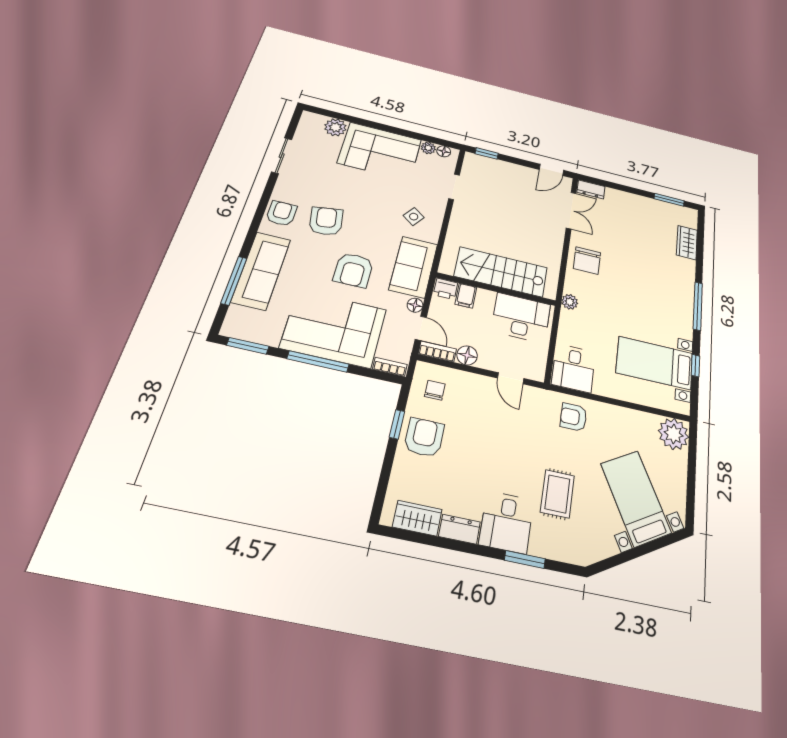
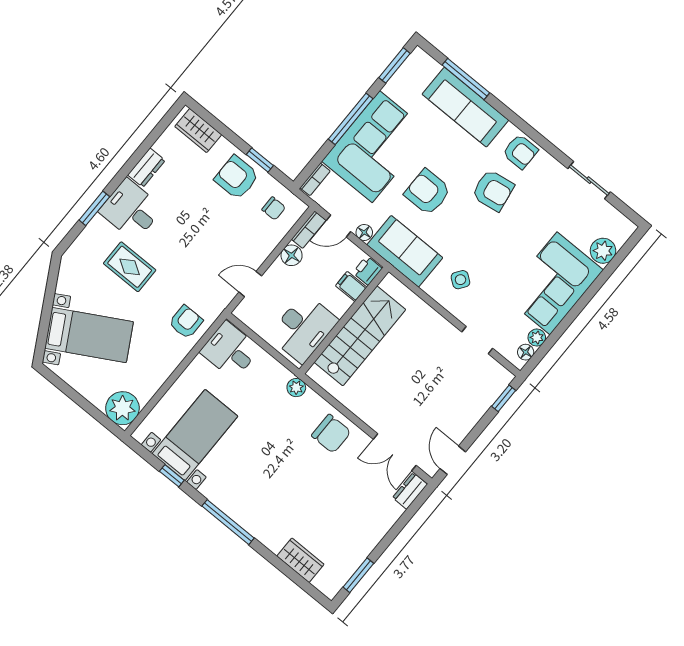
chair: (587, 260) -> (331, 434), turned 180
armchair: (424, 437) -> (237, 177), turned 180
wardrobe: (417, 518) -> (198, 131), moved, turned 90

